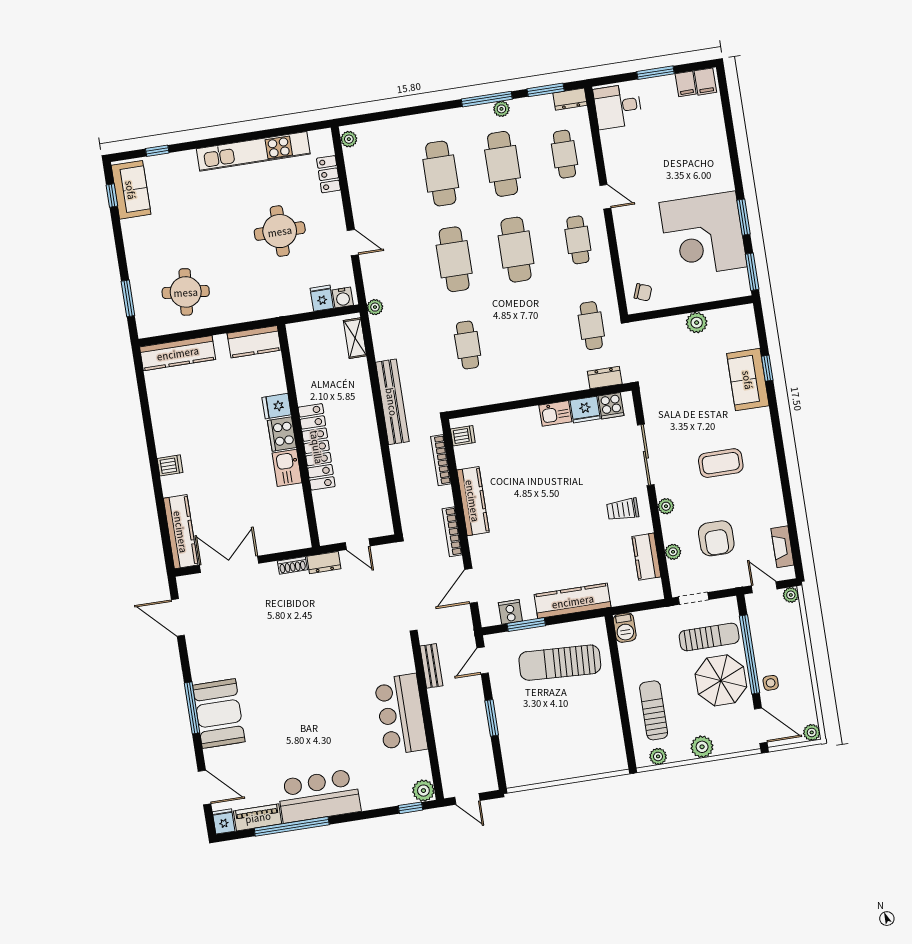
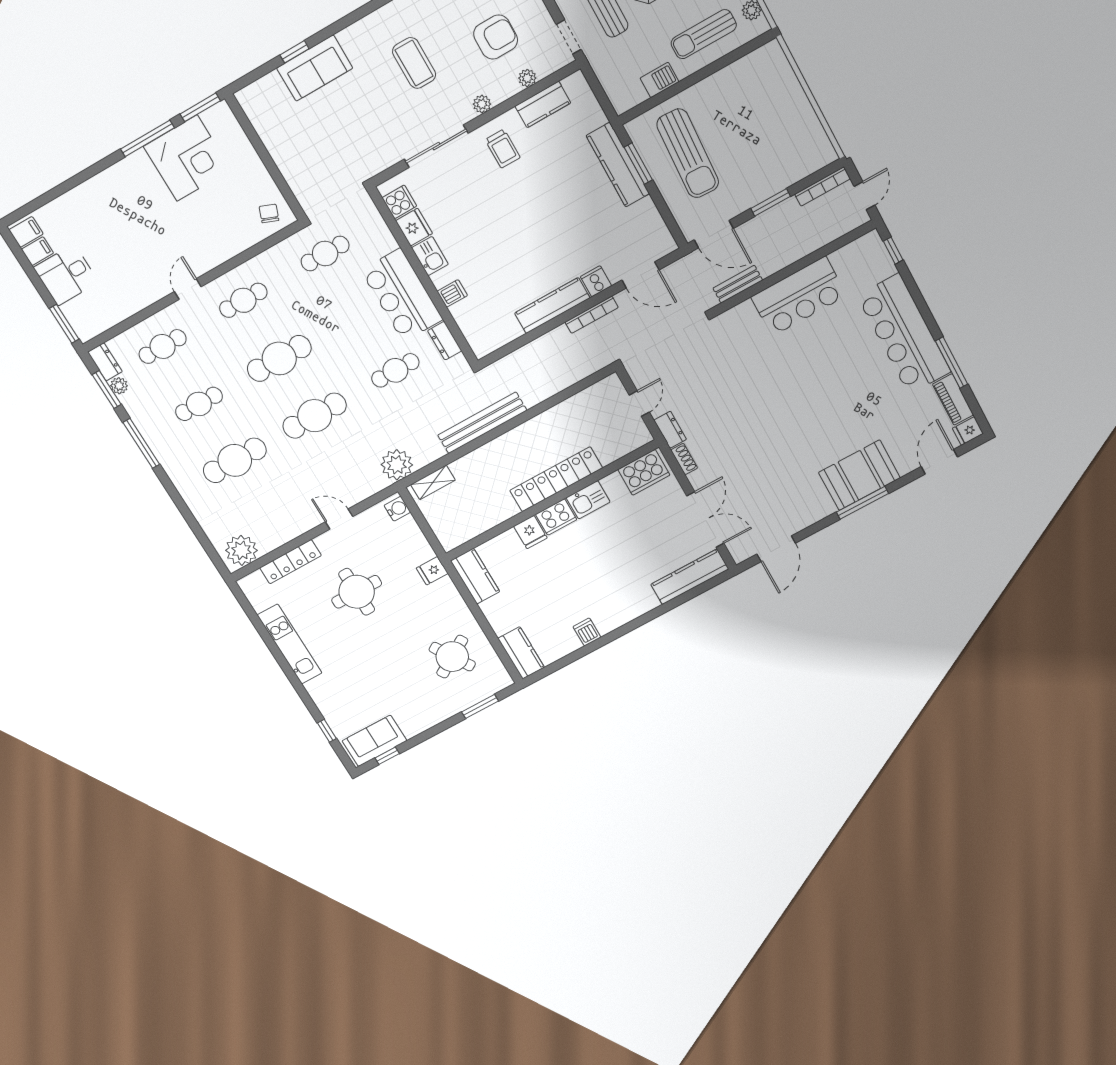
window: (656, 73) -> (64, 324), moved
desk: (618, 106) -> (66, 275), moved, turned 90
plant: (501, 109) -> (119, 386), moved
plant: (349, 139) -> (241, 550), width x1.87, depth x1.87
kitchen unit: (253, 151) -> (290, 644), width x0.73
cafe table: (503, 164) -> (199, 404), width x0.73, depth x0.74
locker: (329, 174) -> (290, 562), width x1.53
window: (743, 217) -> (147, 138), width x1.44
corner desk: (703, 235) -> (187, 158), width x0.74, depth x0.74
door: (353, 243) -> (339, 519), hinge flipped
round table: (186, 292) -> (452, 657), turned -38
fridge: (322, 298) -> (432, 571), moved
plant: (375, 307) -> (397, 465), width x1.88, depth x1.88
plant: (697, 323) -> (277, 146), removed
kitchen counter: (178, 353) -> (521, 653), width x0.67
bar counter: (531, 377) -> (402, 295), added
dresser: (605, 378) -> (445, 341), moved
dishwasher: (463, 436) -> (452, 293), moved, turned 90
bookcase: (441, 460) -> (823, 186), moved
dishwasher: (170, 465) -> (587, 632), moved
cooker: (294, 526) -> (644, 472), added
double door: (229, 564) -> (705, 520), swing flipped
cooker: (510, 612) -> (596, 281), moved, turned 90
window: (526, 625) -> (638, 164), moved
barbecue: (625, 628) -> (659, 80), moved
door: (483, 660) -> (714, 234), width x1.38
plant: (423, 791) -> (871, 244), removed
bar counter: (319, 796) -> (904, 334), width x1.36
window: (292, 826) -> (951, 363), width x0.68

